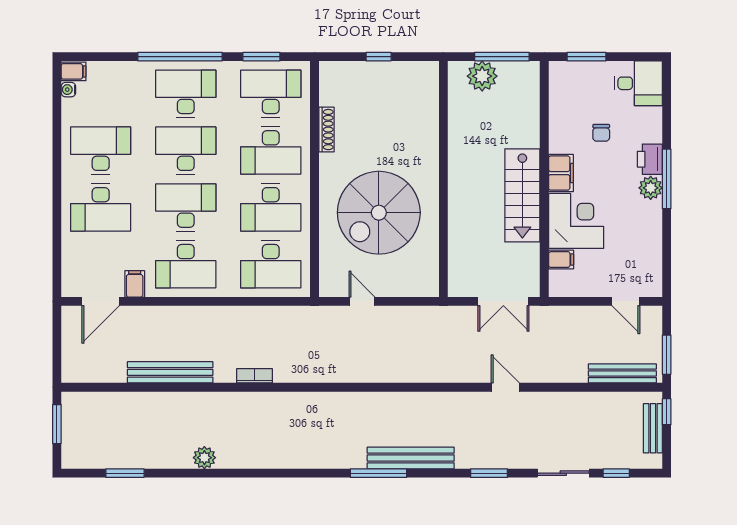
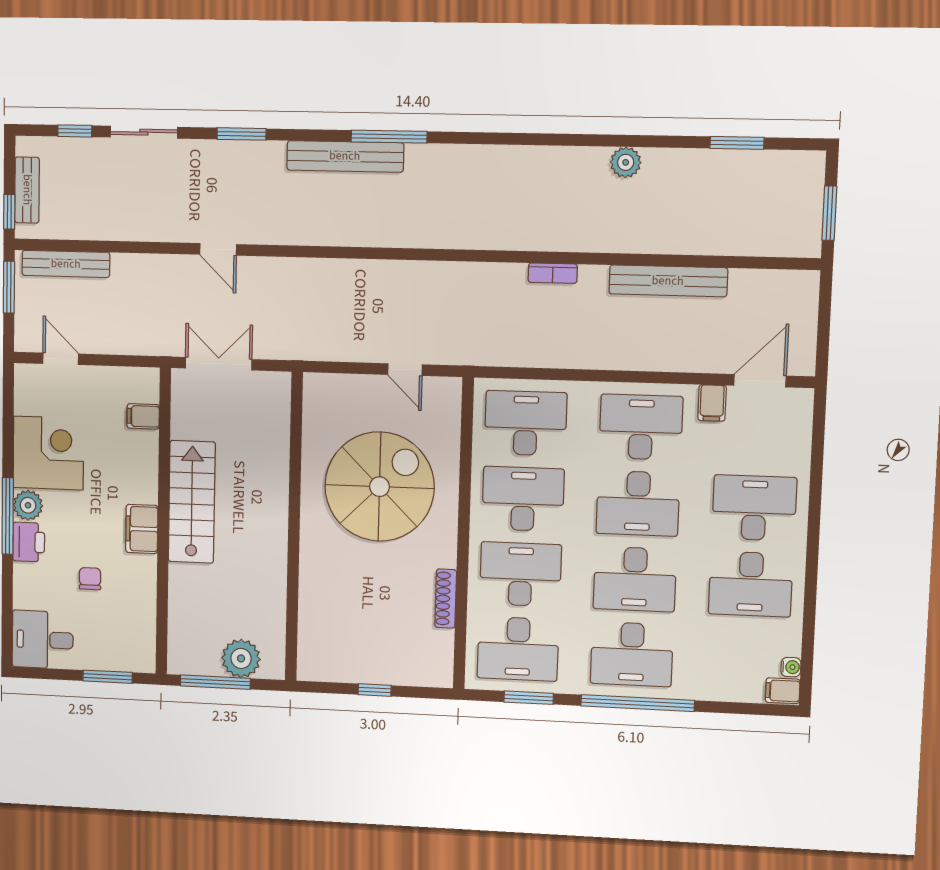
corner desk: (576, 221) -> (48, 453), moved, turned 180

